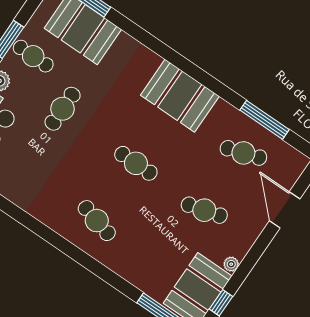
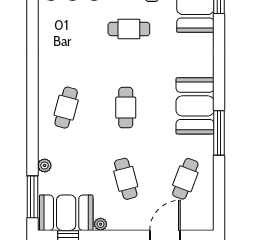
window: (264, 120) -> (219, 133), moved
cafe table: (243, 153) -> (185, 179), turned 39
plant: (138, 279) -> (45, 165), added

